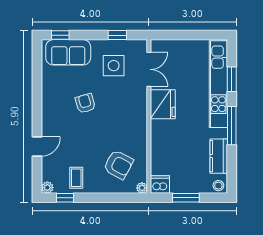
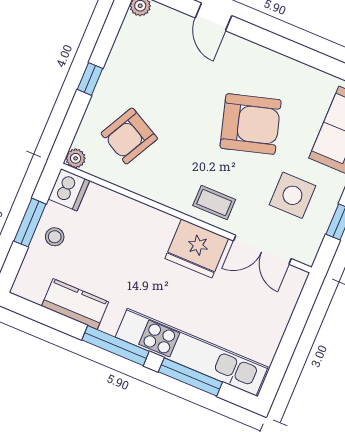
window: (232, 79) -> (190, 377), width x1.44
armchair: (85, 103) -> (251, 124), width x1.88, depth x1.88
coffee table: (76, 178) -> (214, 203), moved
stool: (218, 186) -> (55, 237), moved
window: (65, 198) -> (90, 79), moved

